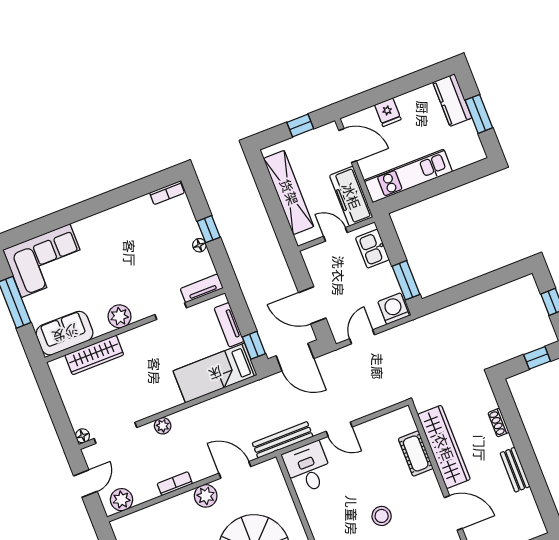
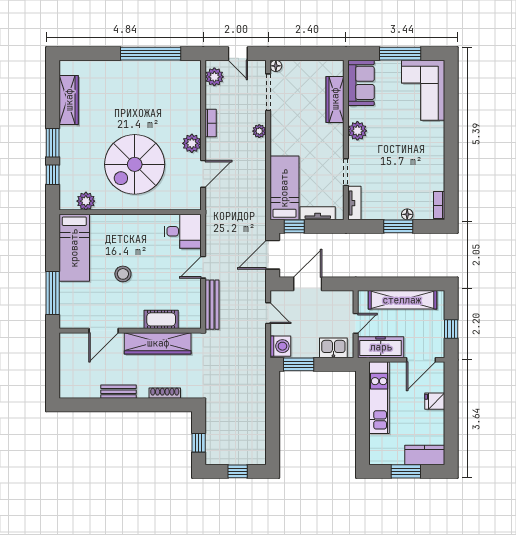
window: (209, 229) -> (398, 226), width x1.50
floor lamp: (199, 245) -> (407, 214), moved
shoe rack: (498, 423) -> (165, 393), width x1.43
bench: (283, 440) -> (212, 305), moved

